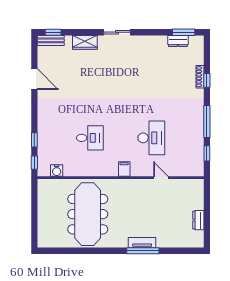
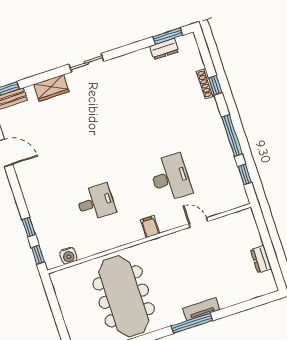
window: (143, 251) -> (192, 323), moved

